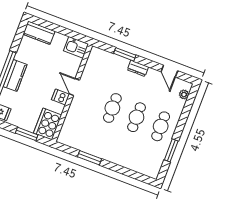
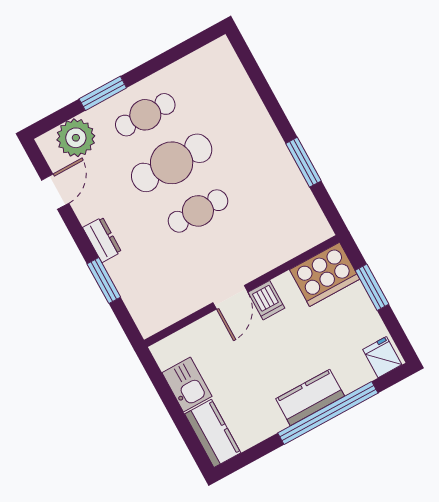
kitchen sink: (76, 47) -> (187, 384), moved
plant: (184, 94) -> (76, 138), width x1.87, depth x1.87
cafe table: (137, 117) -> (172, 163), width x1.37, depth x1.35
window: (171, 150) -> (103, 93), moved

